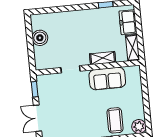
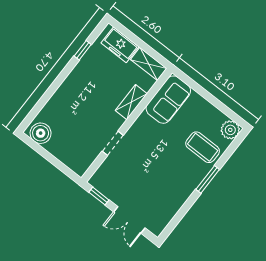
boiler: (40, 38) -> (41, 133), moved
sofa: (107, 79) -> (168, 100), moved

